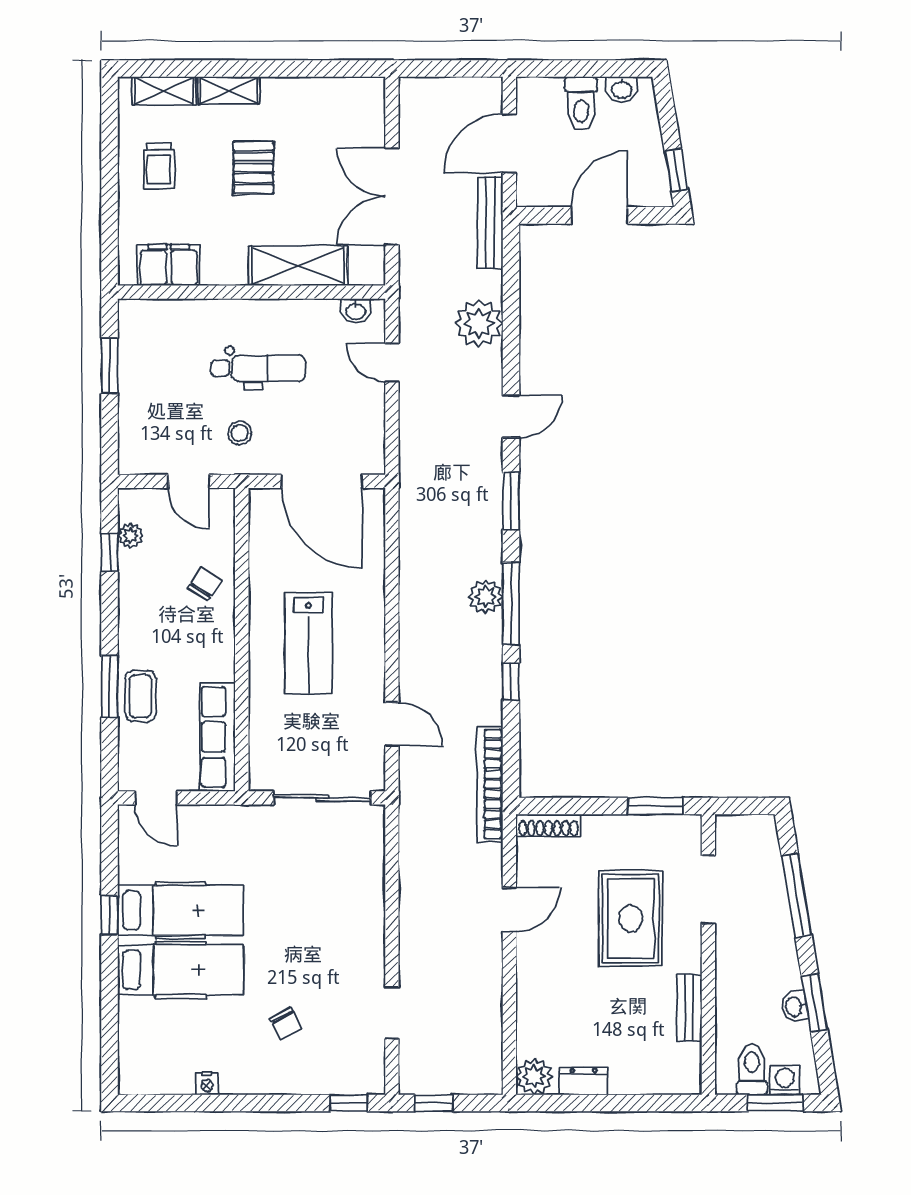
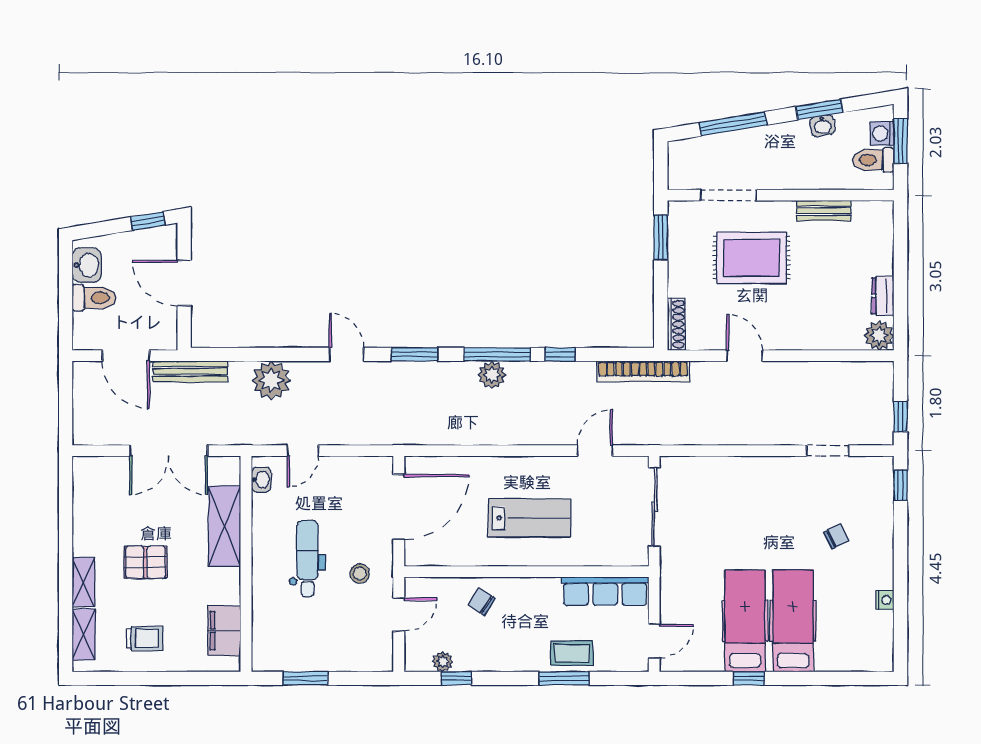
washbasin: (622, 89) -> (87, 265), width x1.38, depth x1.45

